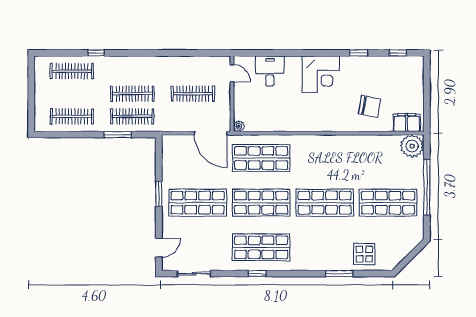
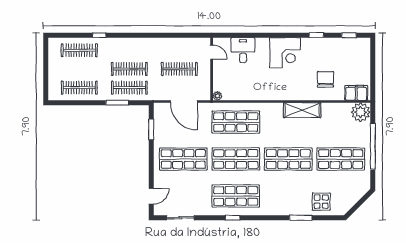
chair: (369, 106) -> (325, 79), turned -101
door: (211, 133) -> (184, 102), moved
shelving: (341, 144) -> (302, 110), added
window: (159, 194) -> (151, 129), moved

